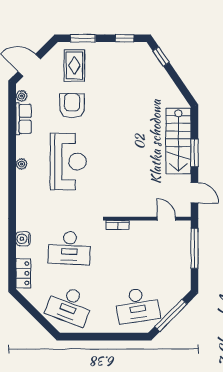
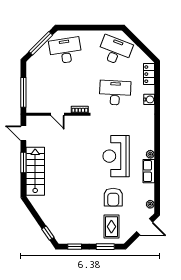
row of seats: (24, 119) -> (149, 171), moved
door: (166, 219) -> (57, 114), moved

